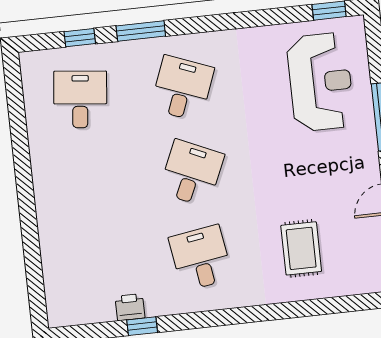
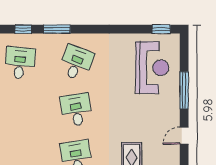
desk: (191, 173) -> (76, 110), turned -33

